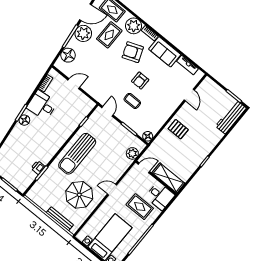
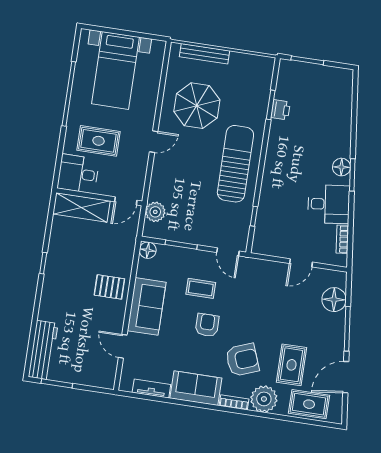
plant: (83, 33) -> (331, 344), removed
sofa: (165, 108) -> (147, 306), added

